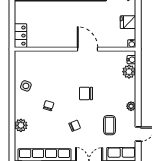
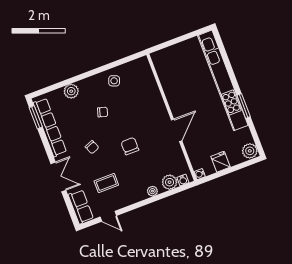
locker: (20, 36) -> (164, 55), removed
plant: (131, 106) -> (152, 191), moved

